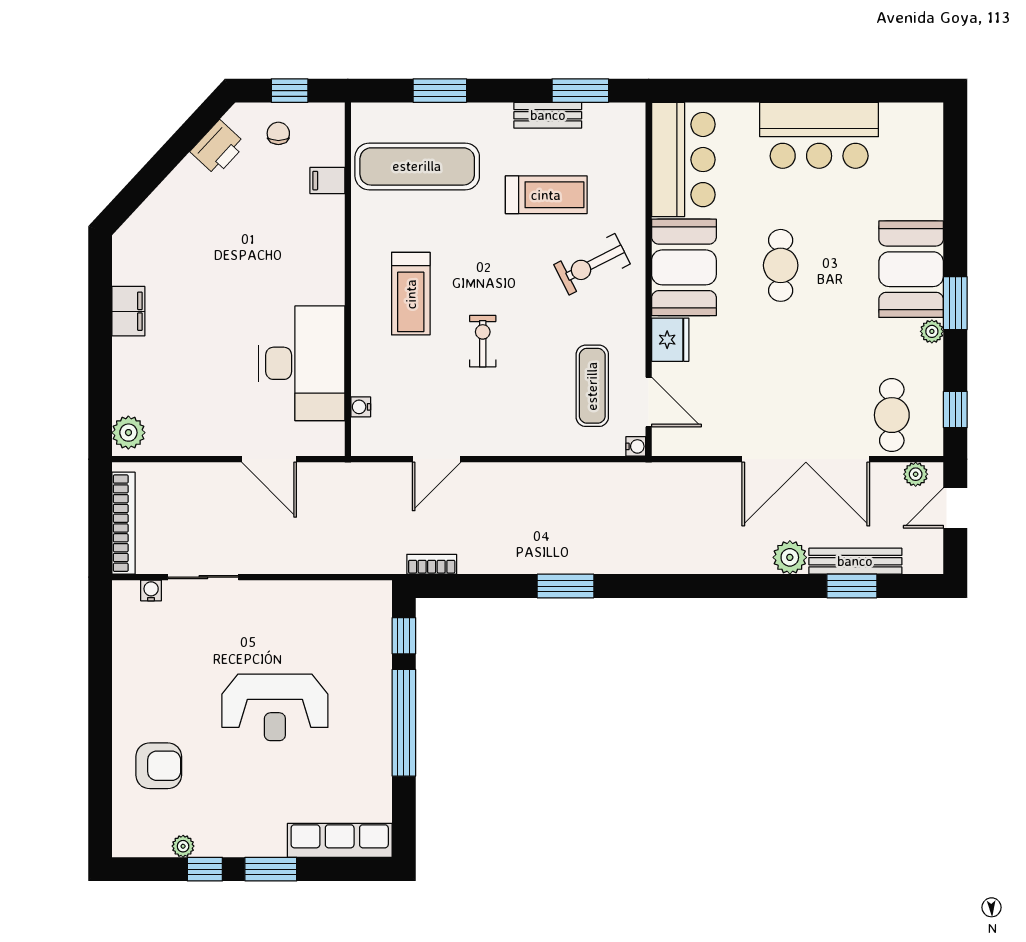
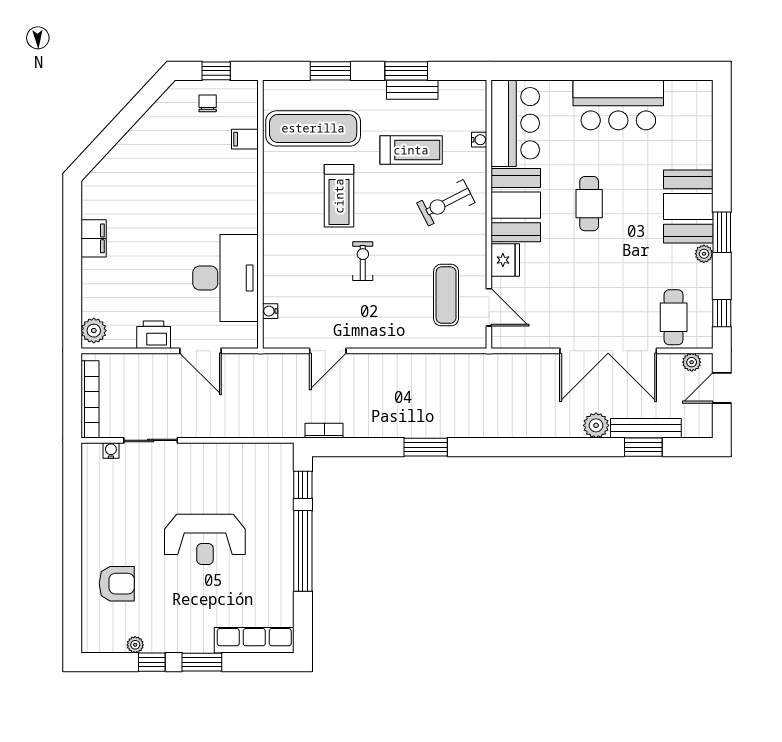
window: (580, 91) -> (406, 71), moved
printer: (218, 148) -> (154, 335), moved, turned -133
treadmill: (411, 294) -> (339, 196), moved
water cooler: (636, 446) -> (479, 140), moved

